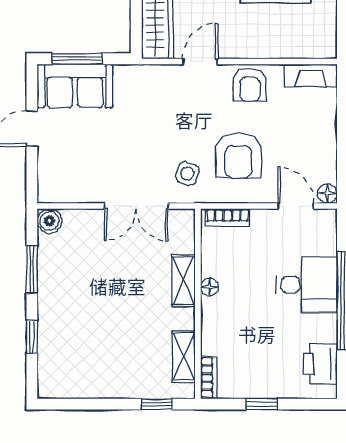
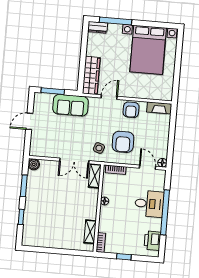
sofa: (75, 86) -> (71, 105), moved
shelving: (183, 281) -> (95, 176), moved
window: (157, 404) -> (76, 253), removed

